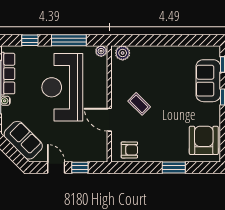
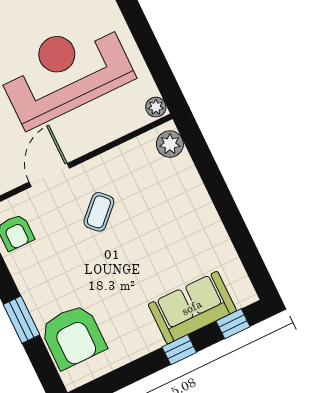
window: (69, 40) -> (148, 45), removed
armchair: (204, 140) -> (73, 336), moved, turned 90

